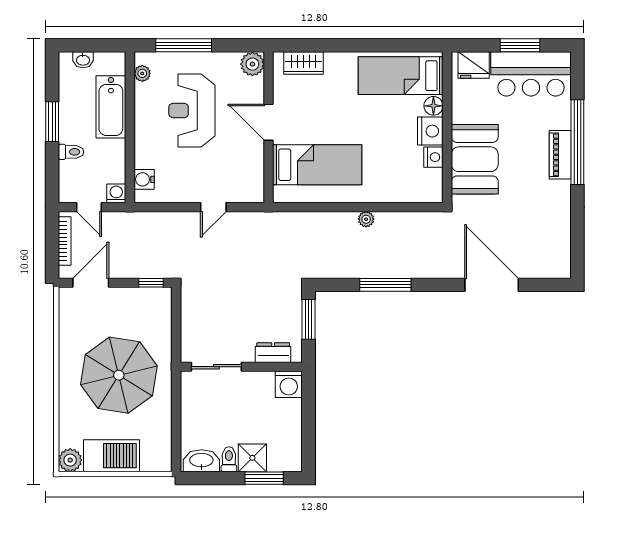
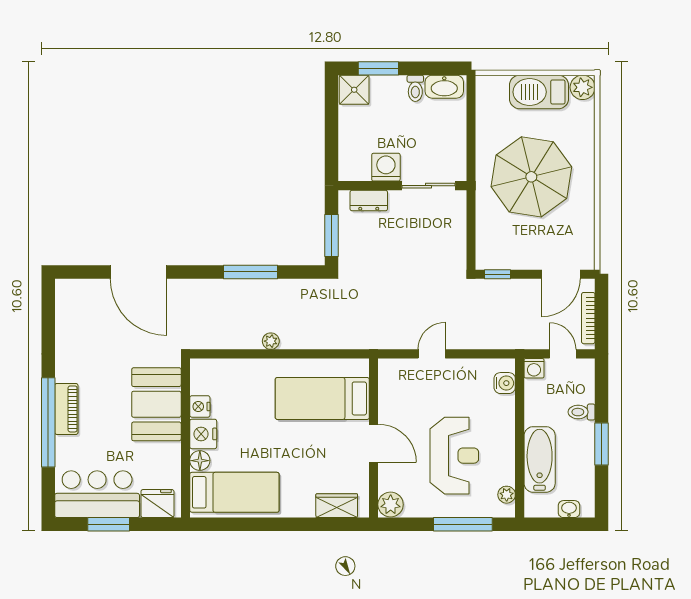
washing machine: (289, 384) -> (386, 167), moved
shower: (252, 458) -> (354, 90), moved

